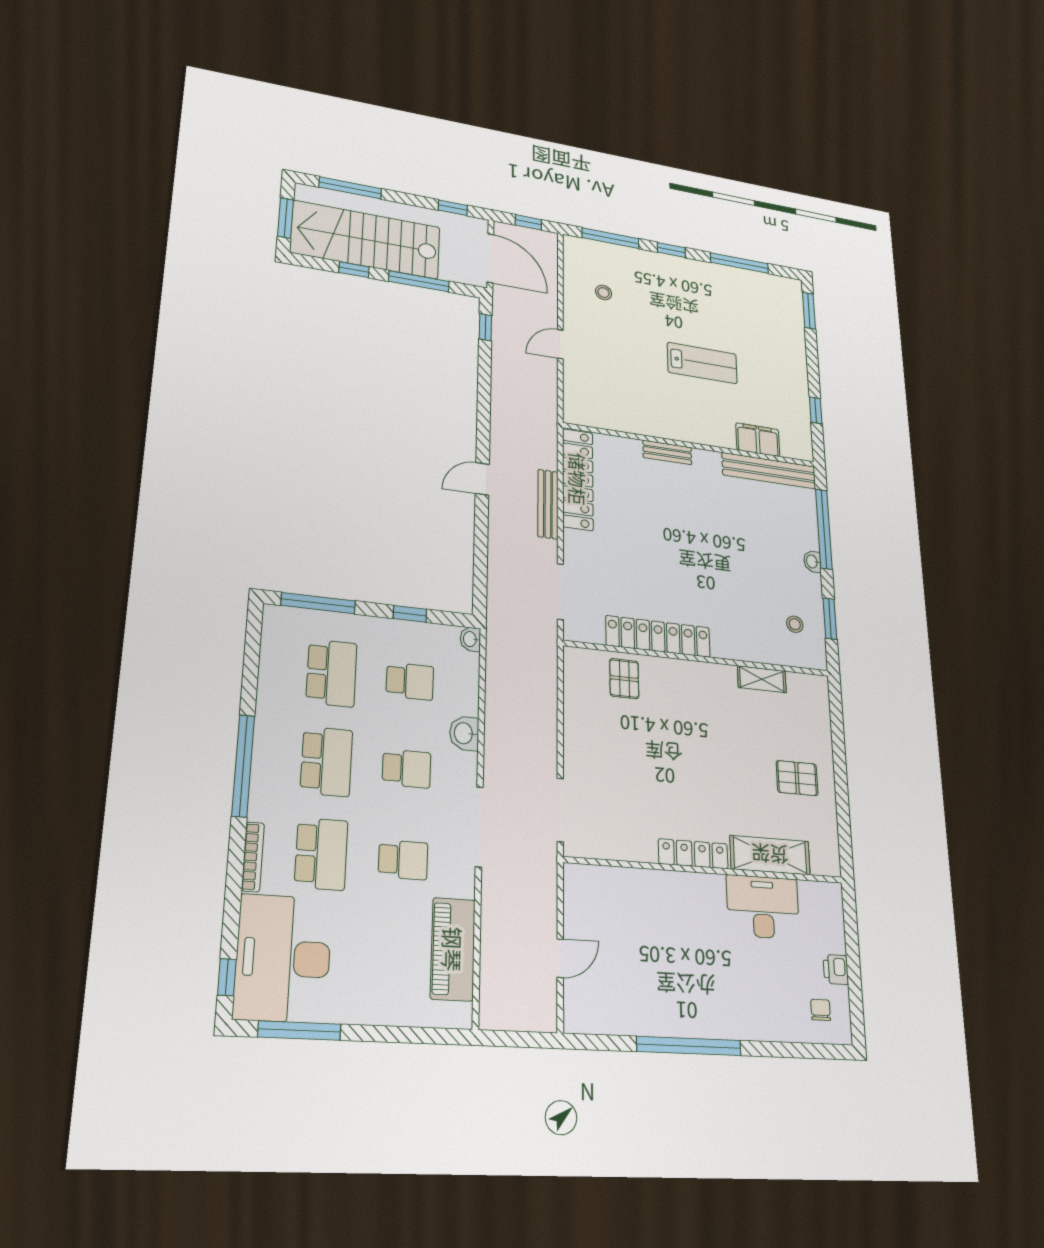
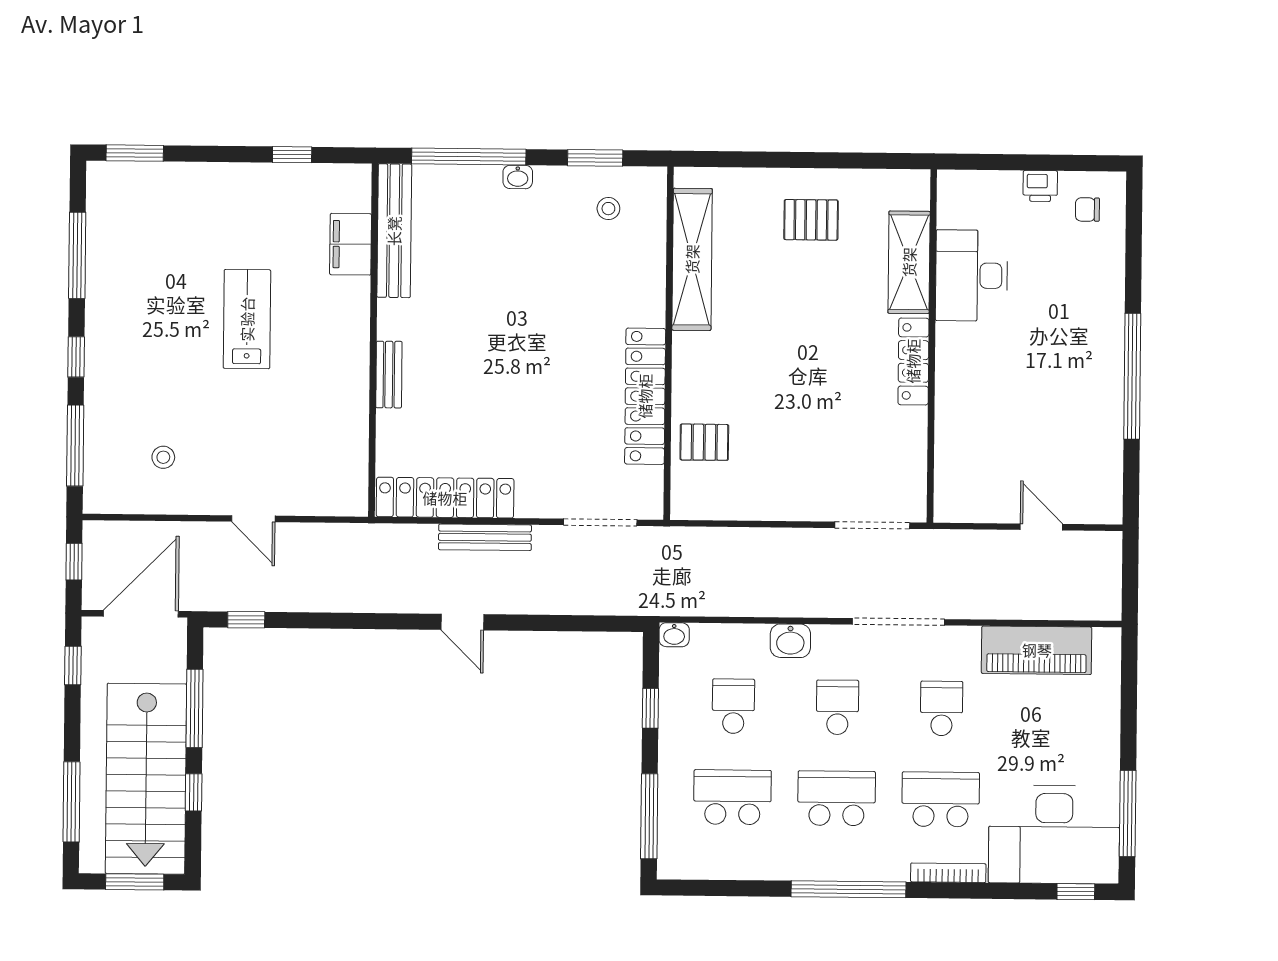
shelving: (762, 679) -> (692, 259), width x2.20, depth x1.33
pallet: (797, 778) -> (811, 220), turned 90

